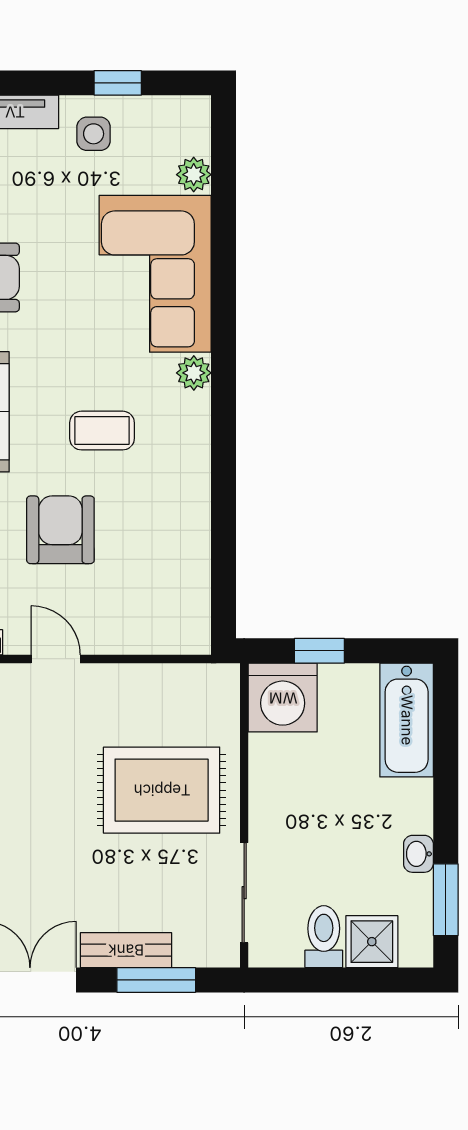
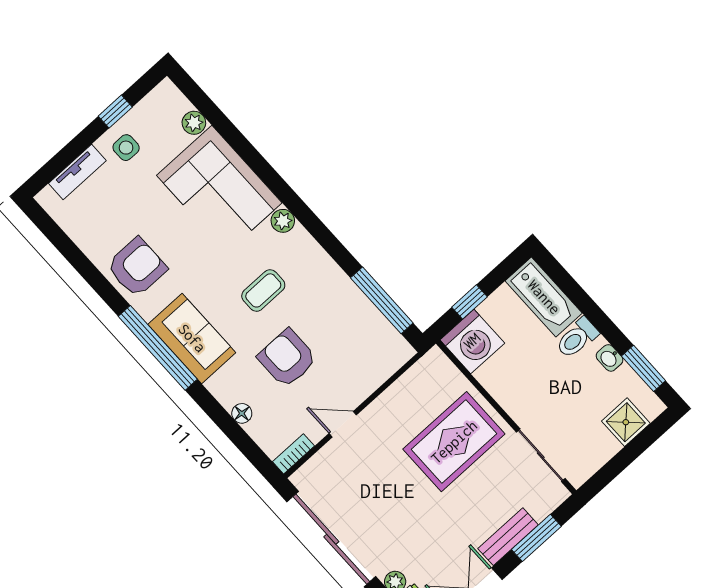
window: (224, 561) -> (382, 300), added
toilet: (324, 937) -> (577, 338), moved, turned -90

